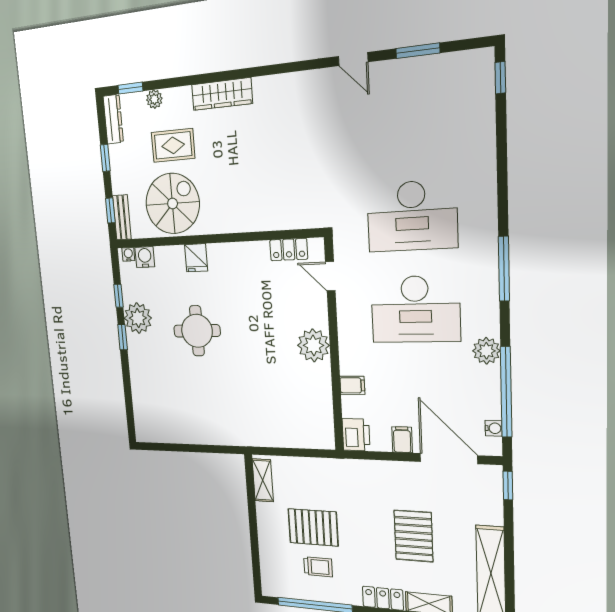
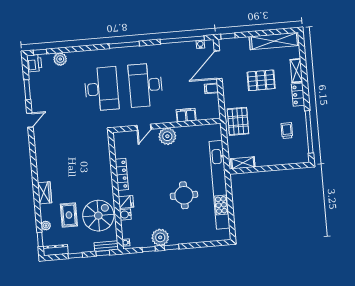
wardrobe: (222, 94) -> (45, 193), width x0.67
spiral stairs: (173, 203) -> (98, 216), turned 90
locker: (289, 250) -> (122, 174), moved, width x1.53
water cooler: (145, 257) -> (125, 214), moved
door: (330, 276) -> (144, 127), moved
desk: (415, 309) -> (146, 85), turned 180
round table: (197, 331) -> (184, 195), moved
plant: (486, 351) -> (60, 59), moved
filing cabinet: (352, 385) -> (186, 115), width x2.00
kitchen unit: (226, 434) -> (219, 185), added
printer: (356, 435) -> (34, 63), moved, turned 90
pallet: (313, 527) -> (238, 121), moved

